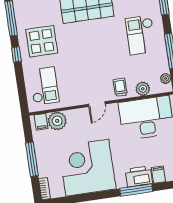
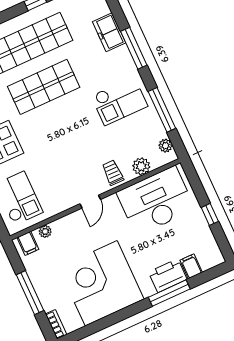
checkout: (141, 35) -> (119, 101), turned -90
plant: (57, 121) -> (45, 231), width x0.53, depth x0.53

